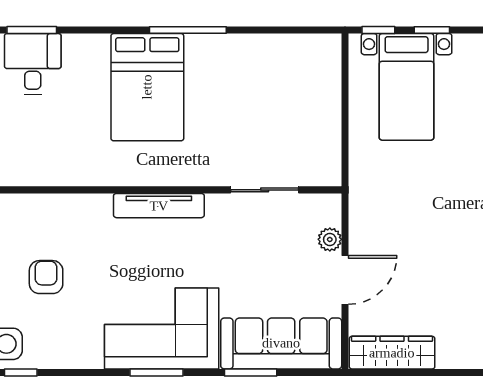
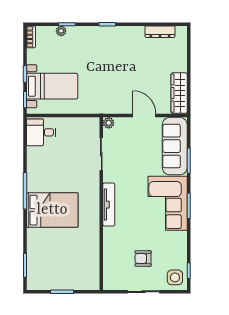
desk: (33, 64) -> (41, 132), moved
plant: (330, 239) -> (109, 123), moved

